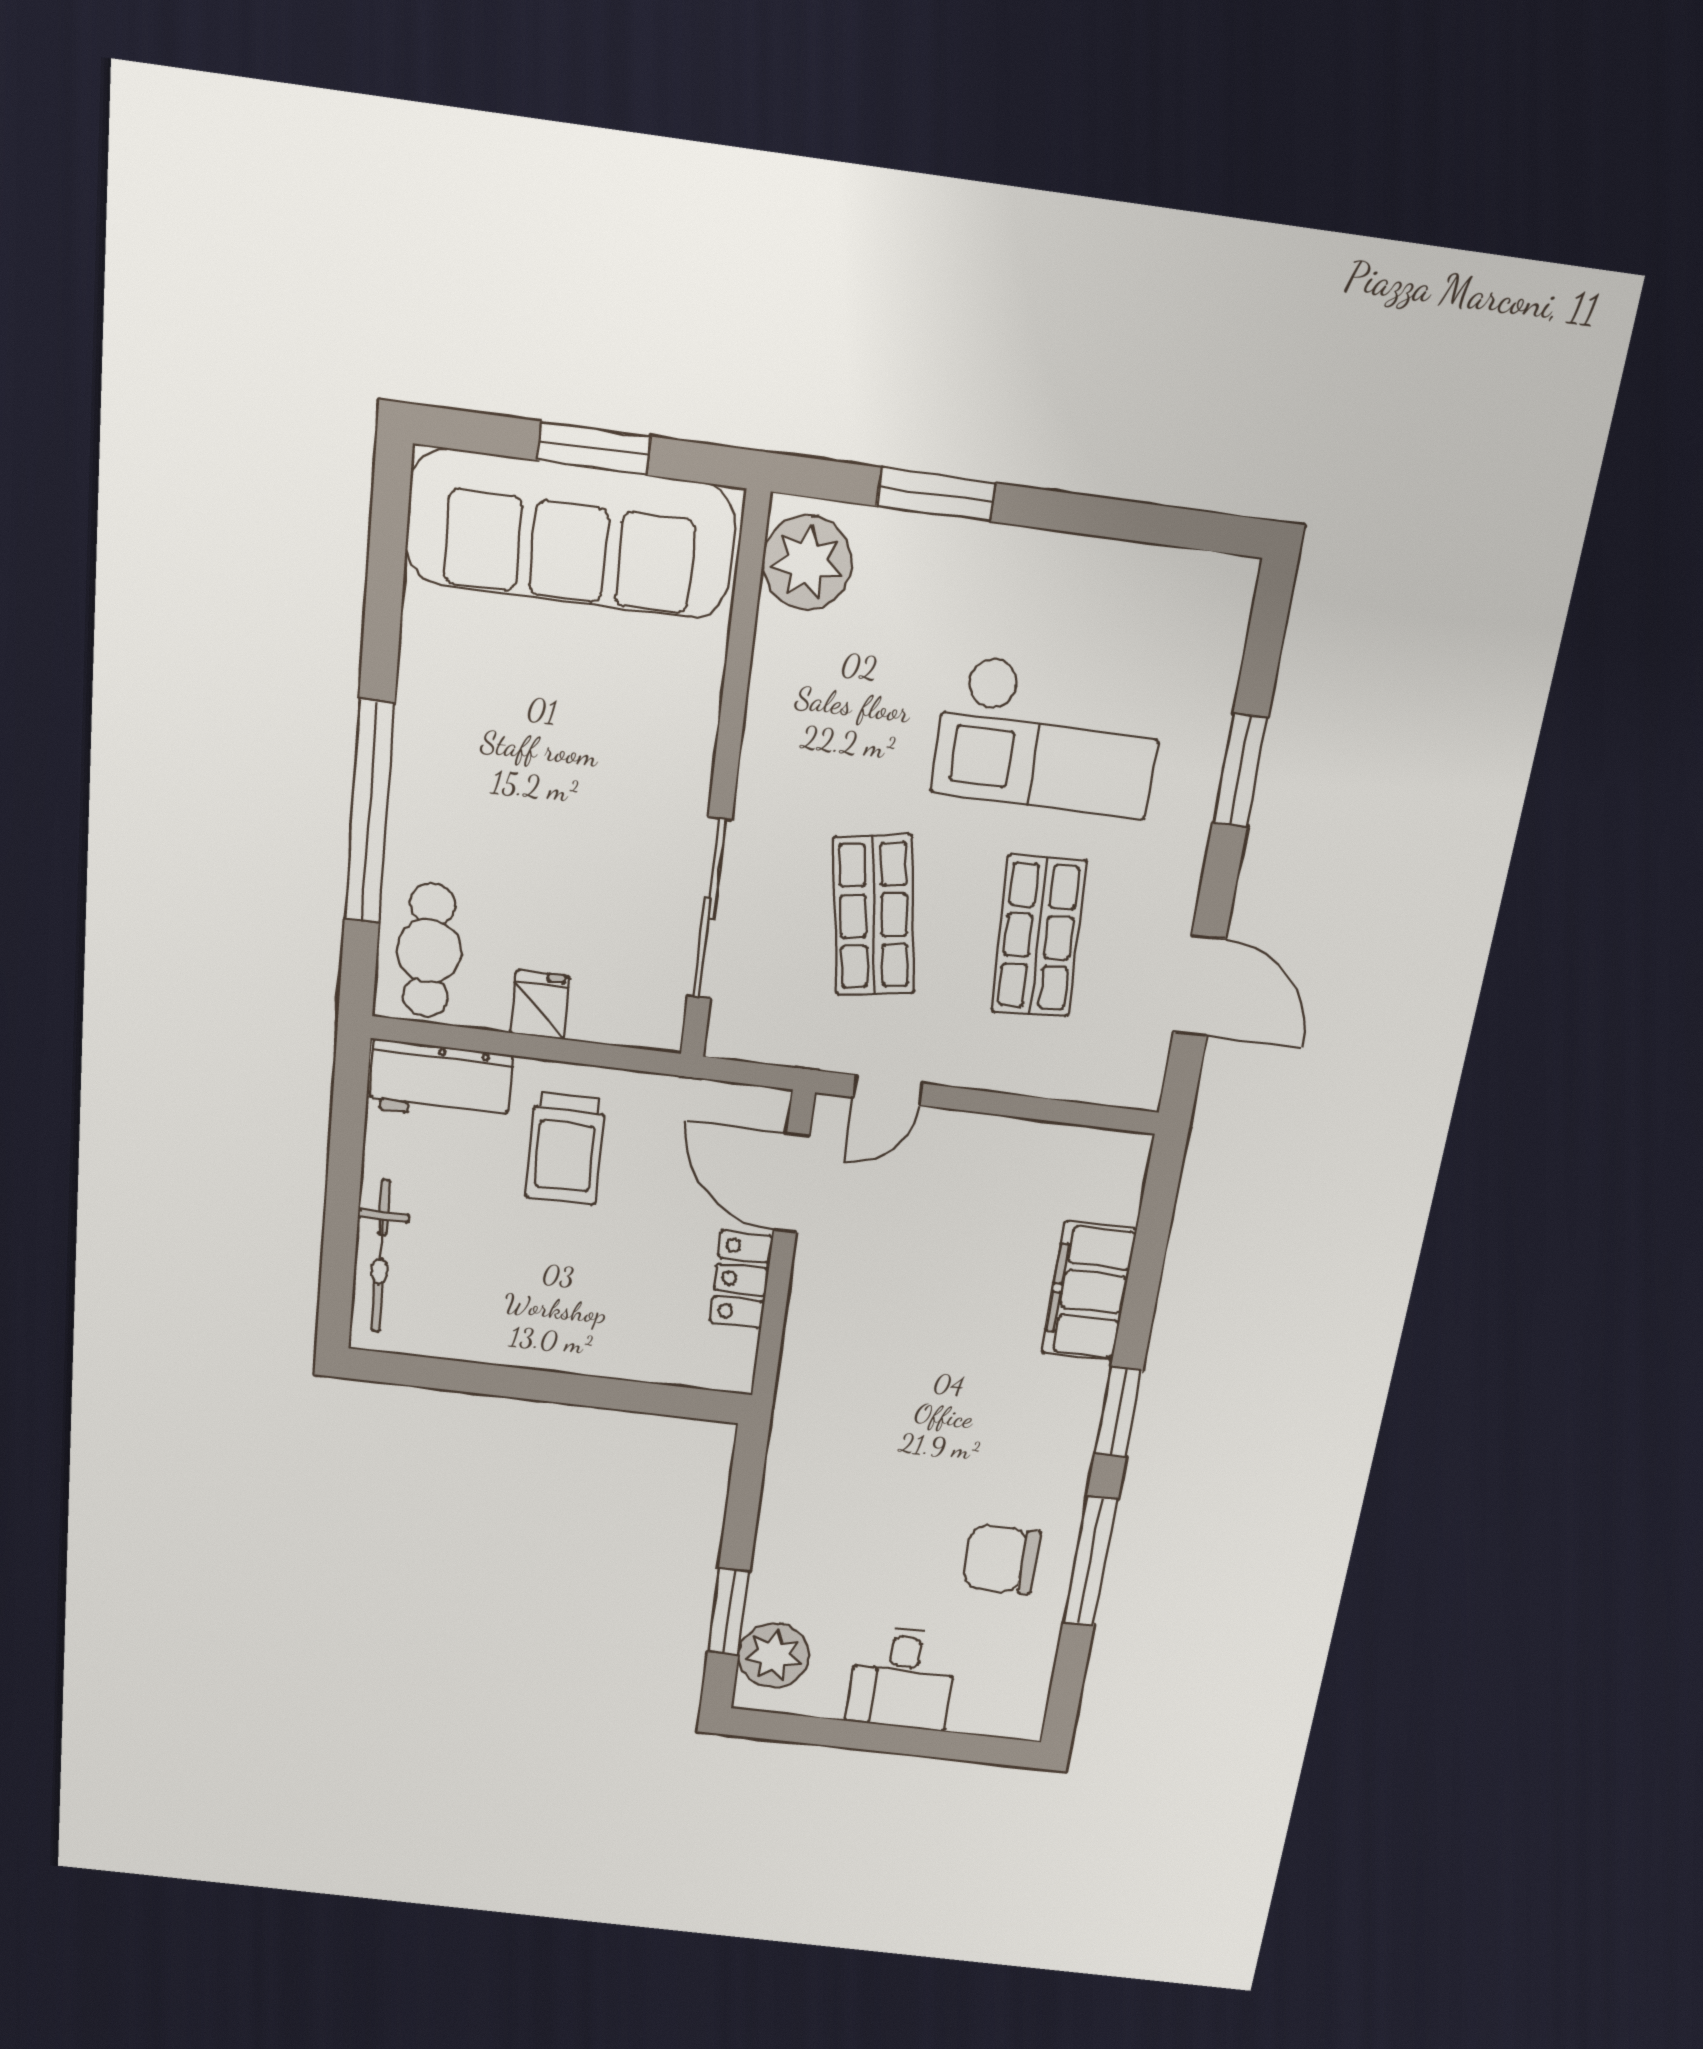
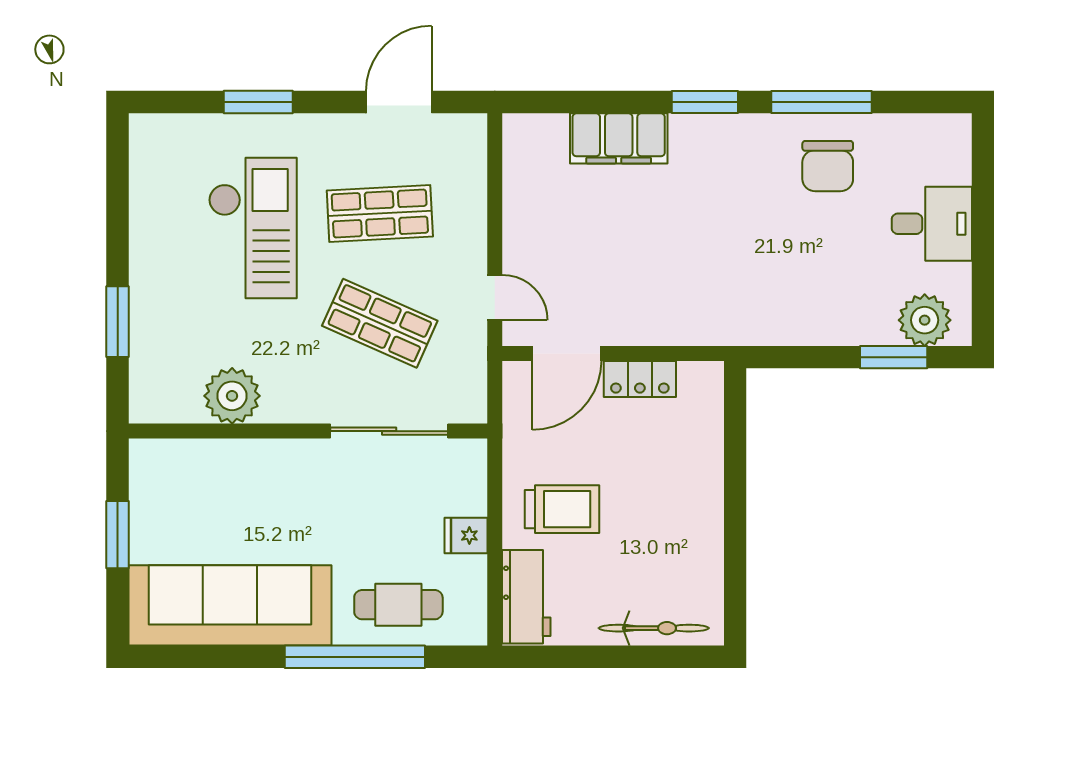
sofa: (570, 534) -> (230, 605), moved, turned -90
plant: (807, 563) -> (232, 396), moved
shop shelf: (874, 916) -> (380, 323), turned 33
cafe table: (429, 951) -> (398, 605), moved

